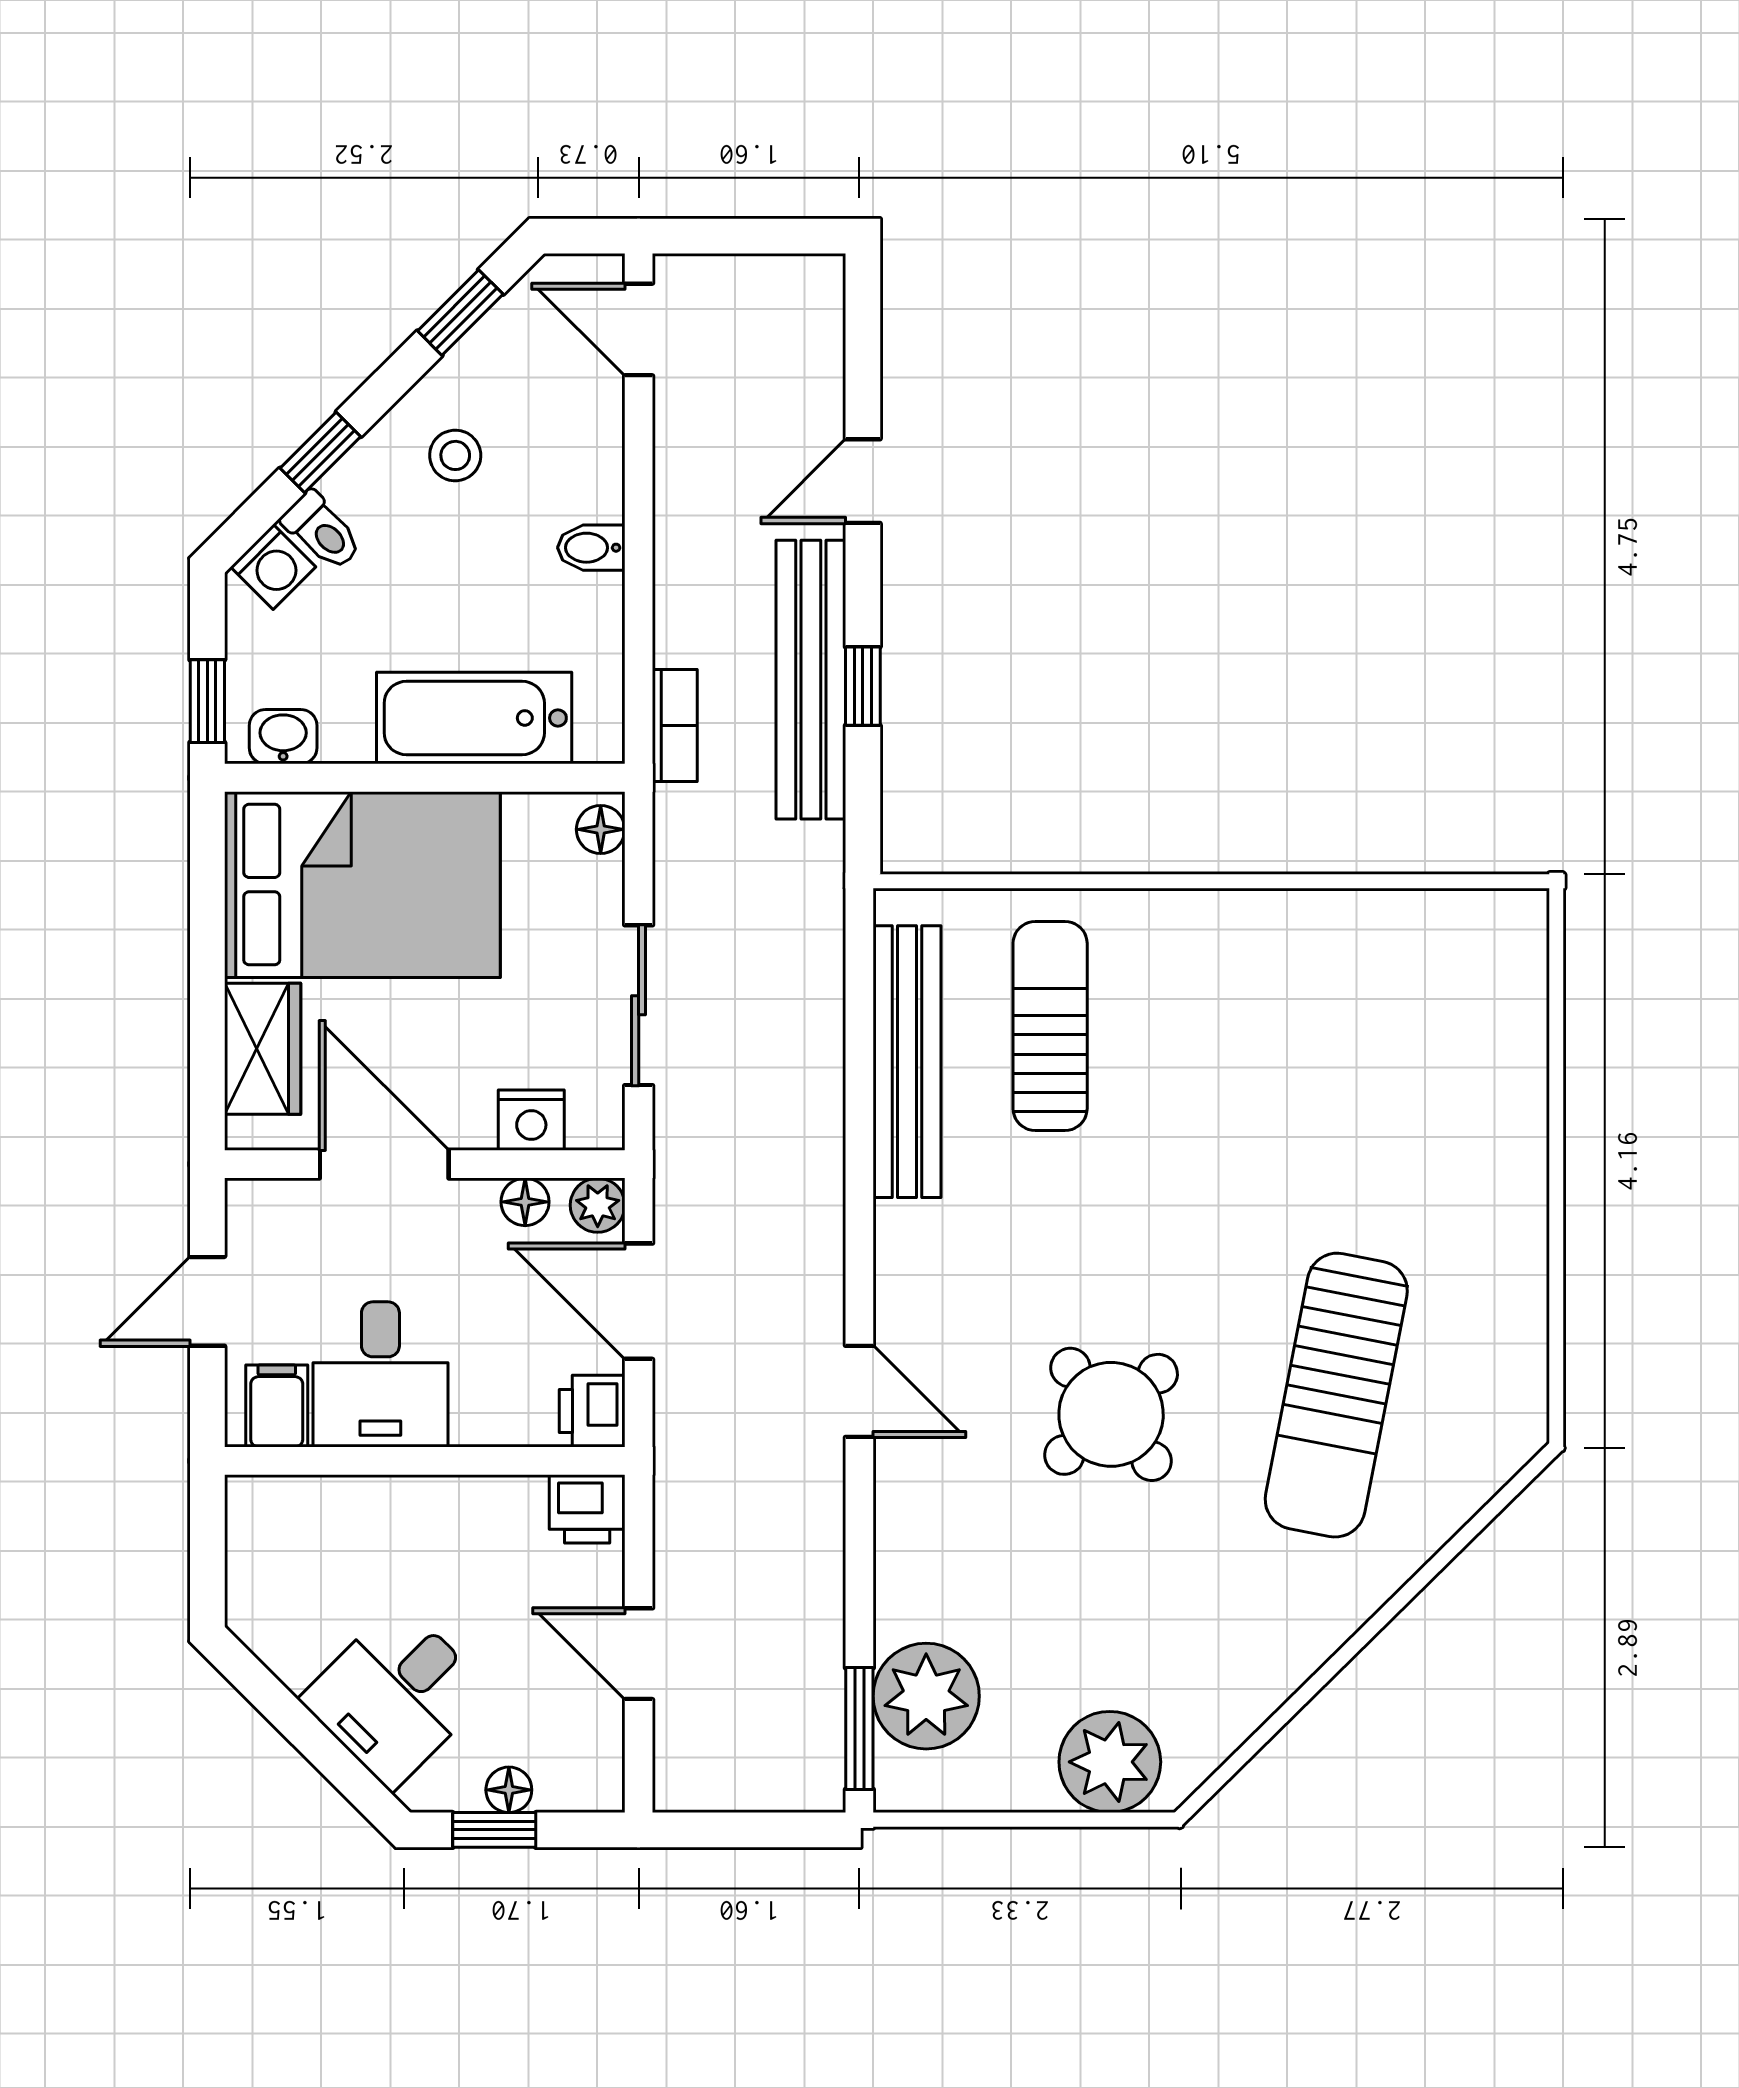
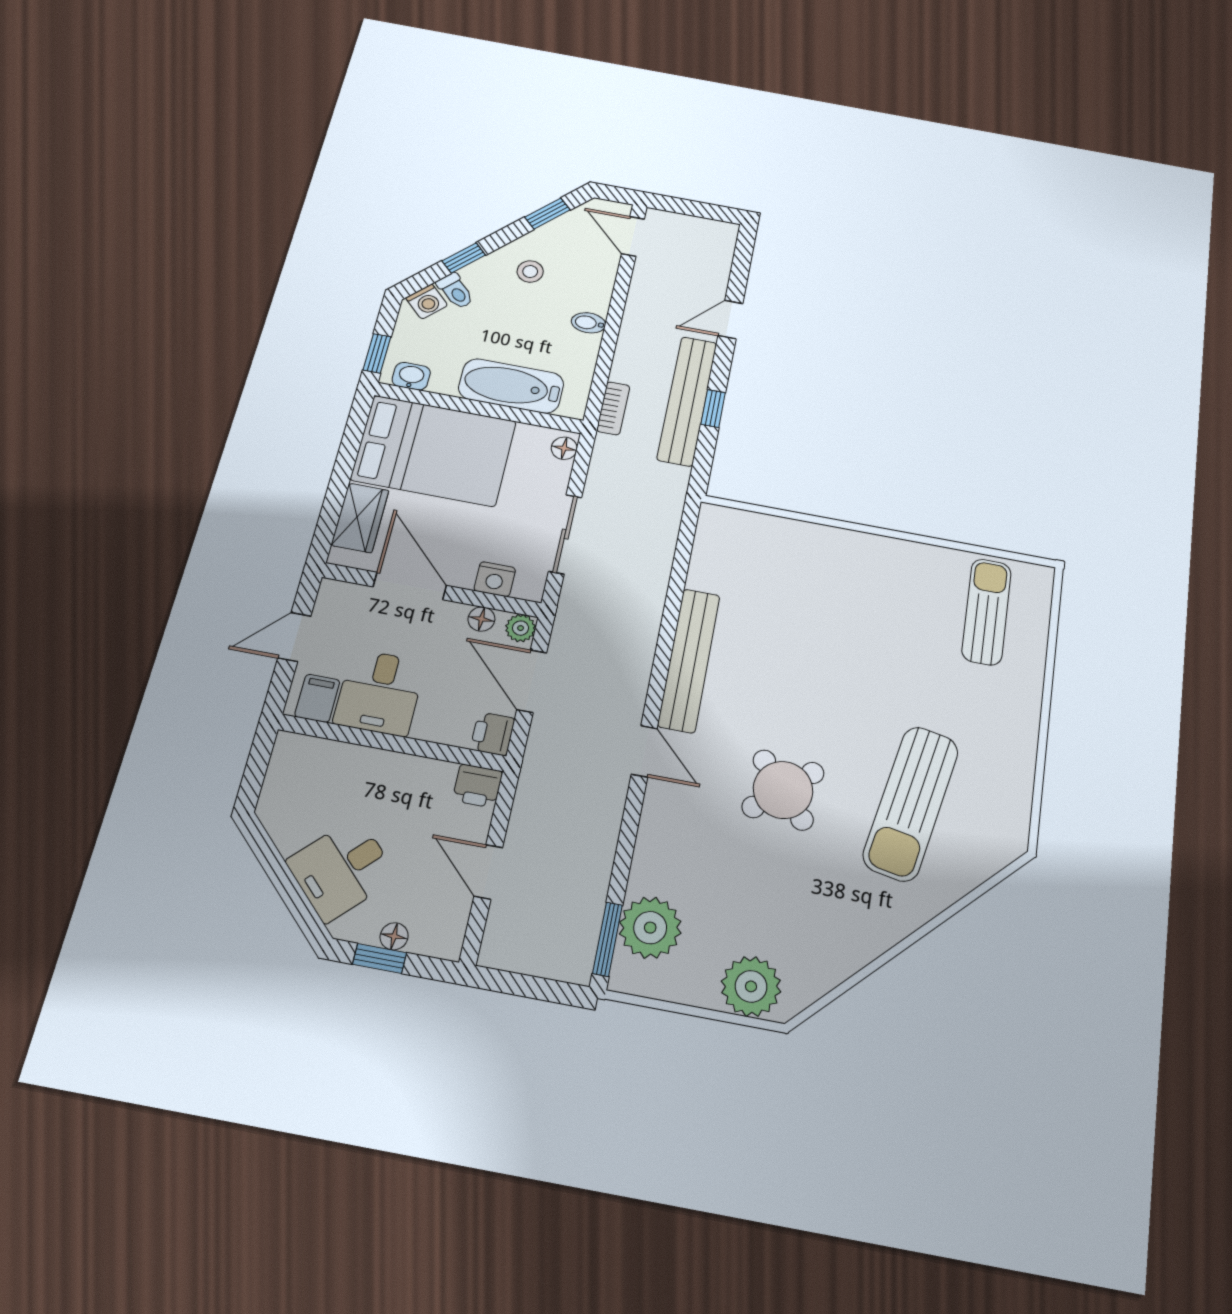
sun lounger: (1050, 1026) -> (987, 612), moved
bench: (907, 1062) -> (689, 660), moved

